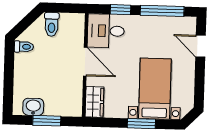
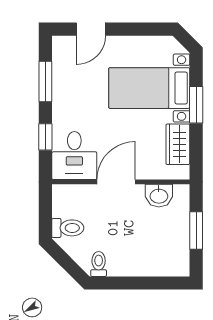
window: (162, 11) -> (45, 81), width x0.69
wardrobe: (94, 102) -> (178, 144), moved, turned -90
washbasin: (33, 107) -> (159, 196), moved, turned -90

